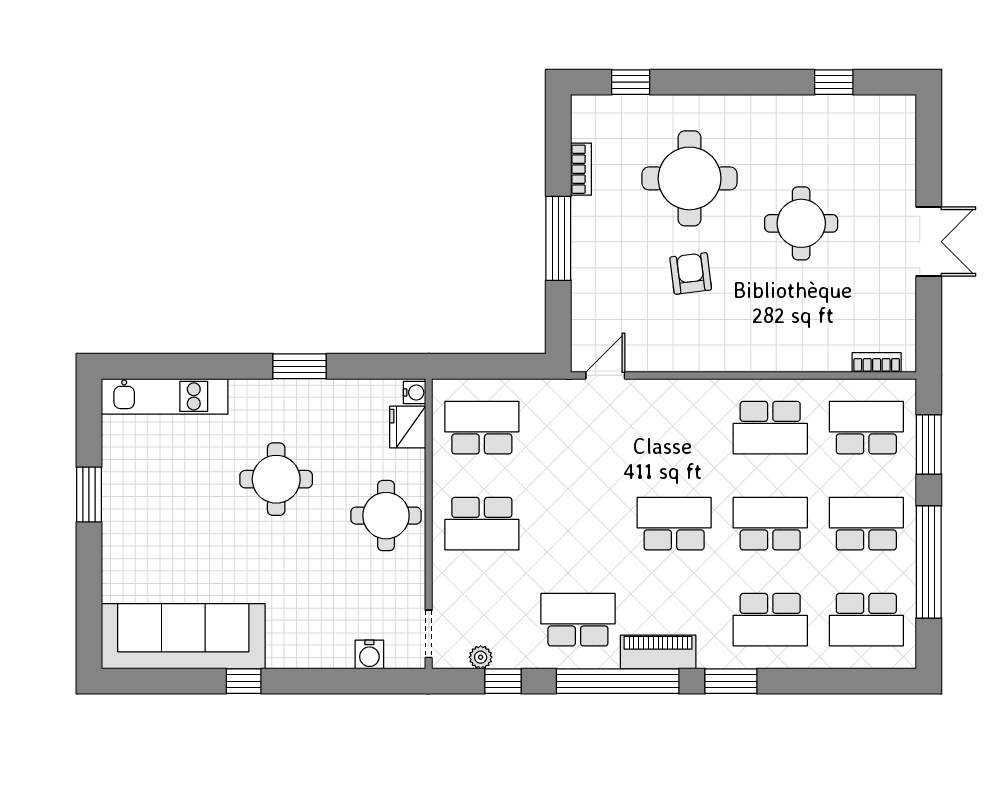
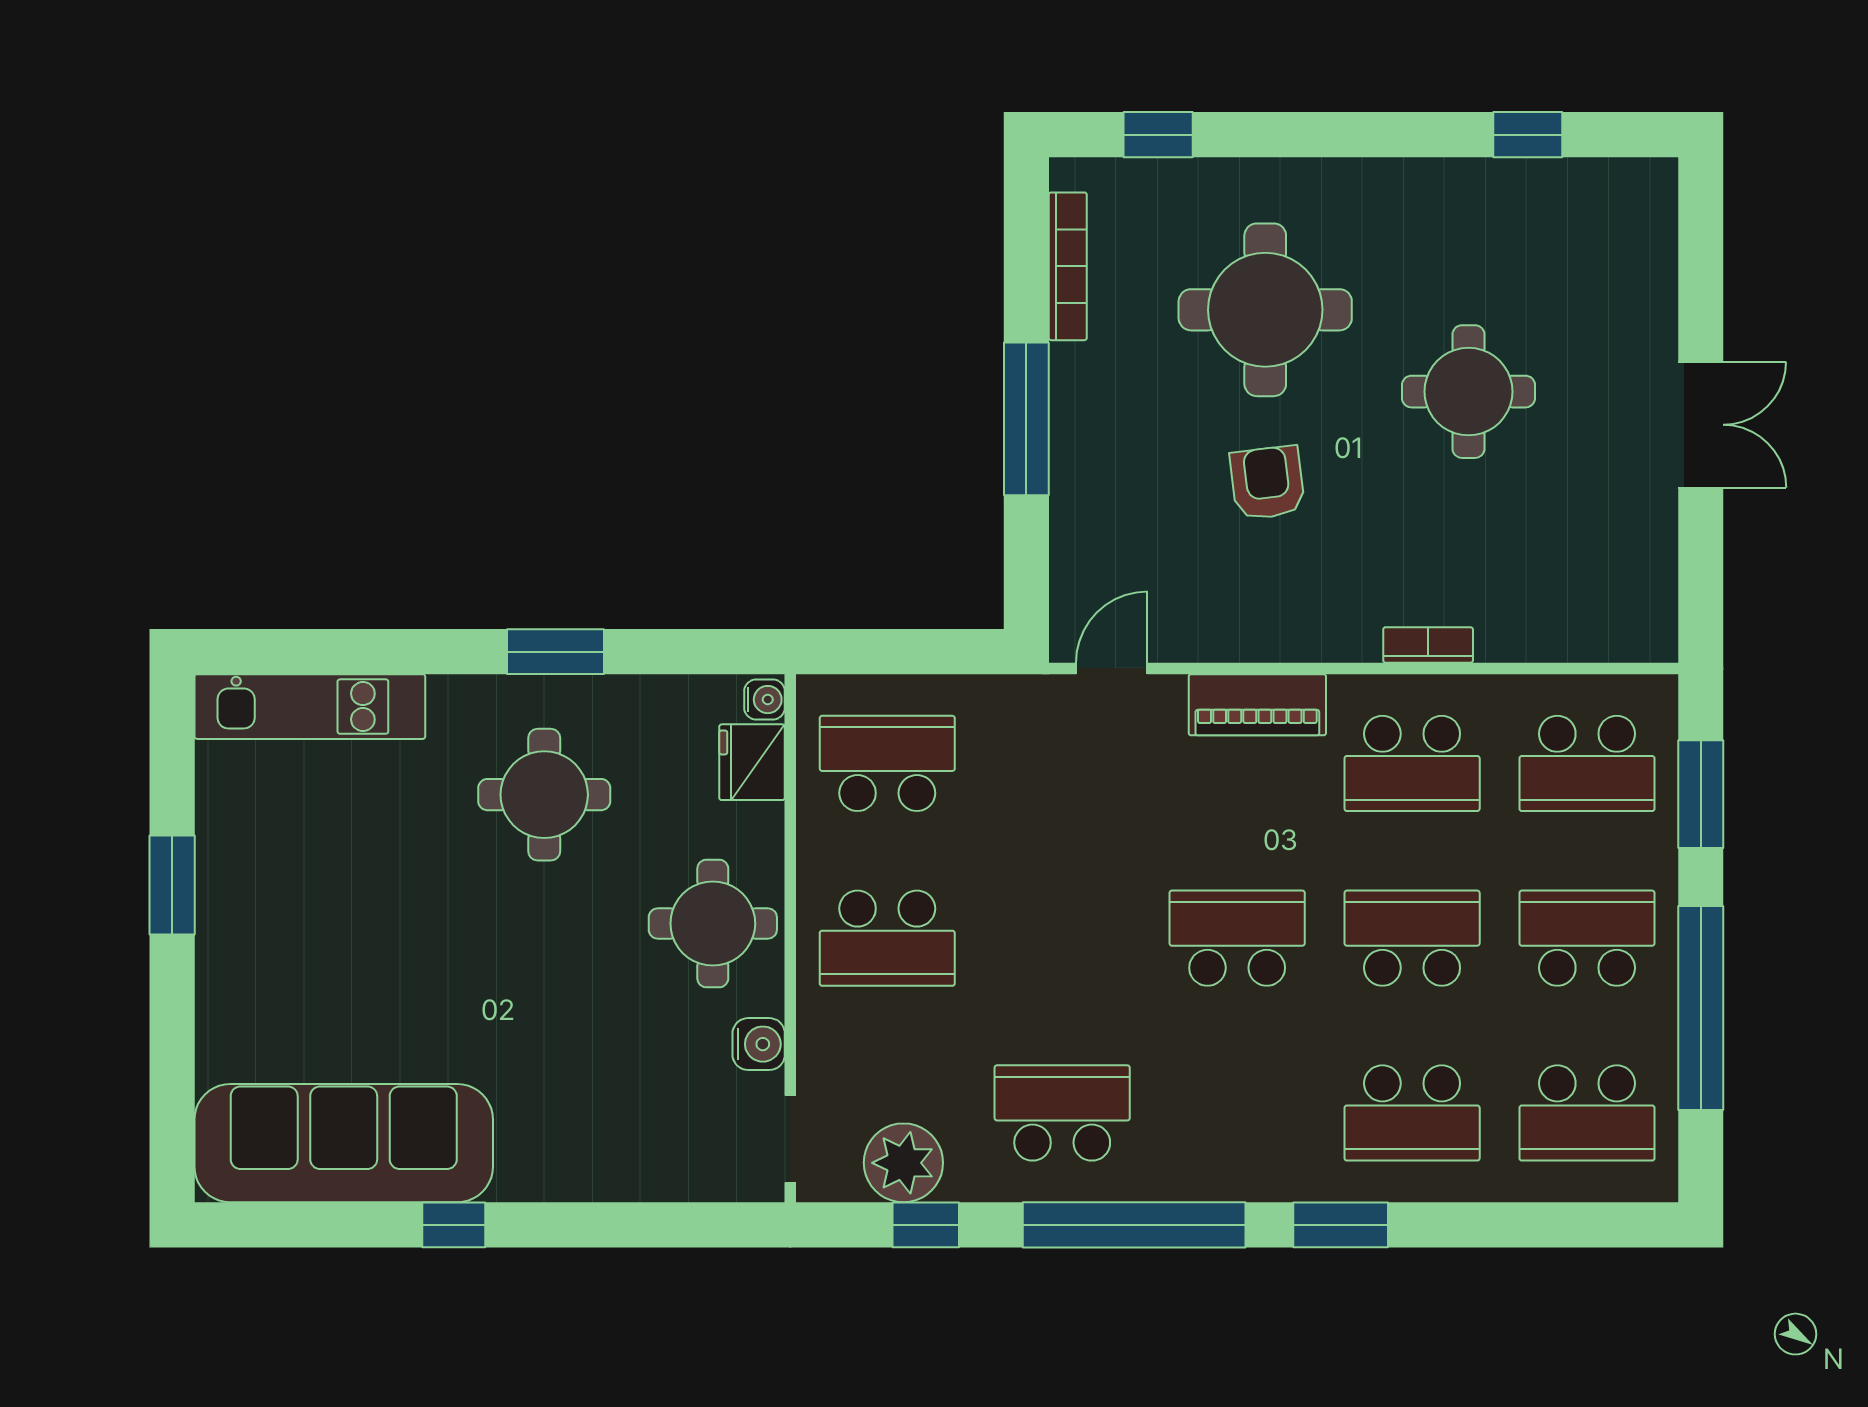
bookcase: (581, 169) -> (1068, 266), width x1.56
bookcase: (877, 363) -> (1428, 645), moved
school desk: (866, 428) -> (1587, 763), turned 180
round table: (276, 479) -> (544, 795), moved
piano: (658, 652) -> (1257, 705), moved, turned 180
water cooler: (369, 654) -> (759, 1044), moved, turned -90
plant: (481, 657) -> (903, 1163), width x1.88, depth x1.88

